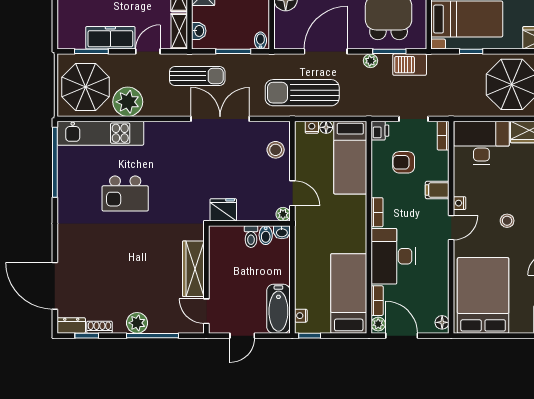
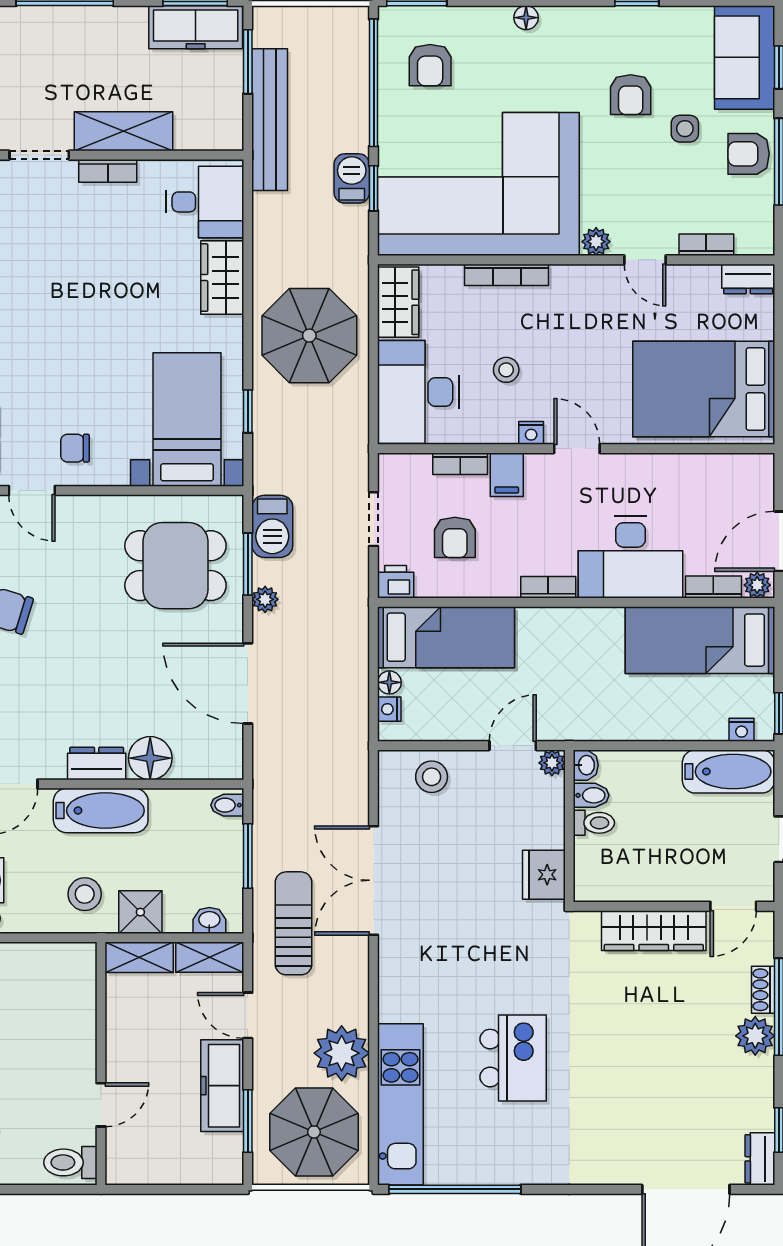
sun lounger: (302, 93) -> (325, 727), removed
bookcase: (443, 136) -> (460, 464), moved
stool: (507, 221) -> (506, 370), moved
floor lamp: (442, 322) -> (754, 466), removed
shoe rack: (99, 327) -> (763, 990), moved

